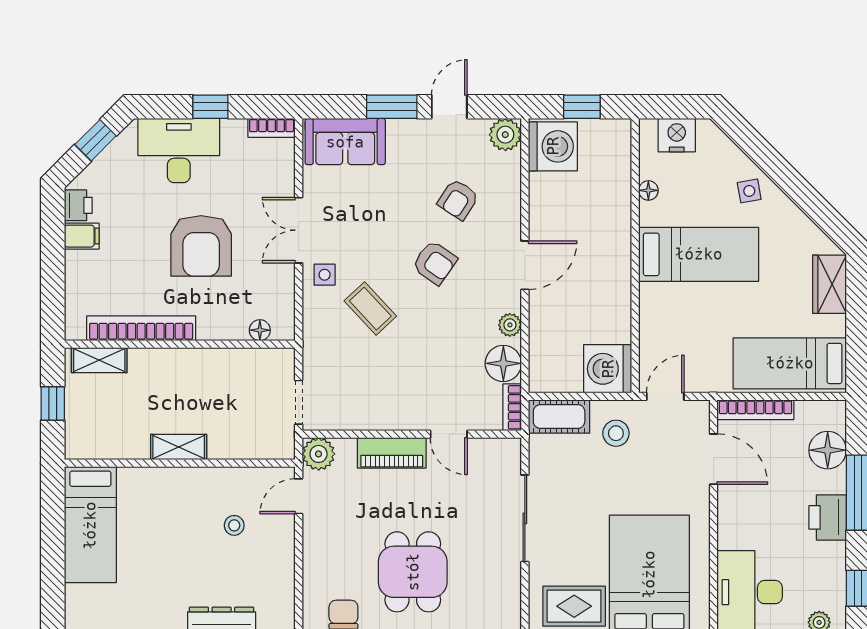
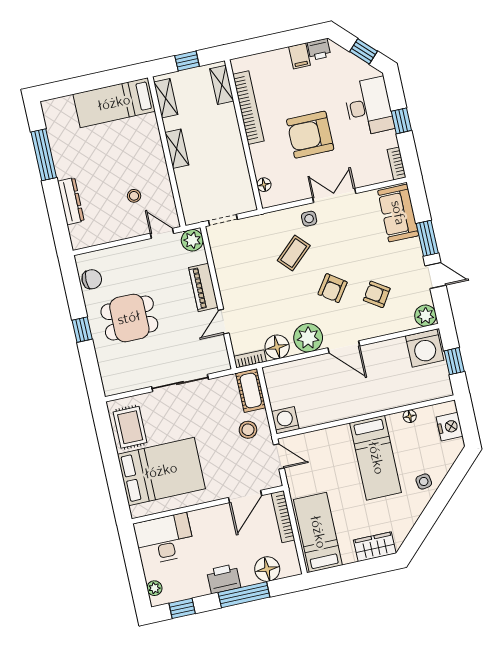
plant: (510, 325) -> (308, 338), width x1.87, depth x1.87
washing machine: (608, 369) -> (285, 420), width x0.73, depth x0.73
shelving: (101, 447) -> (166, 98), added

